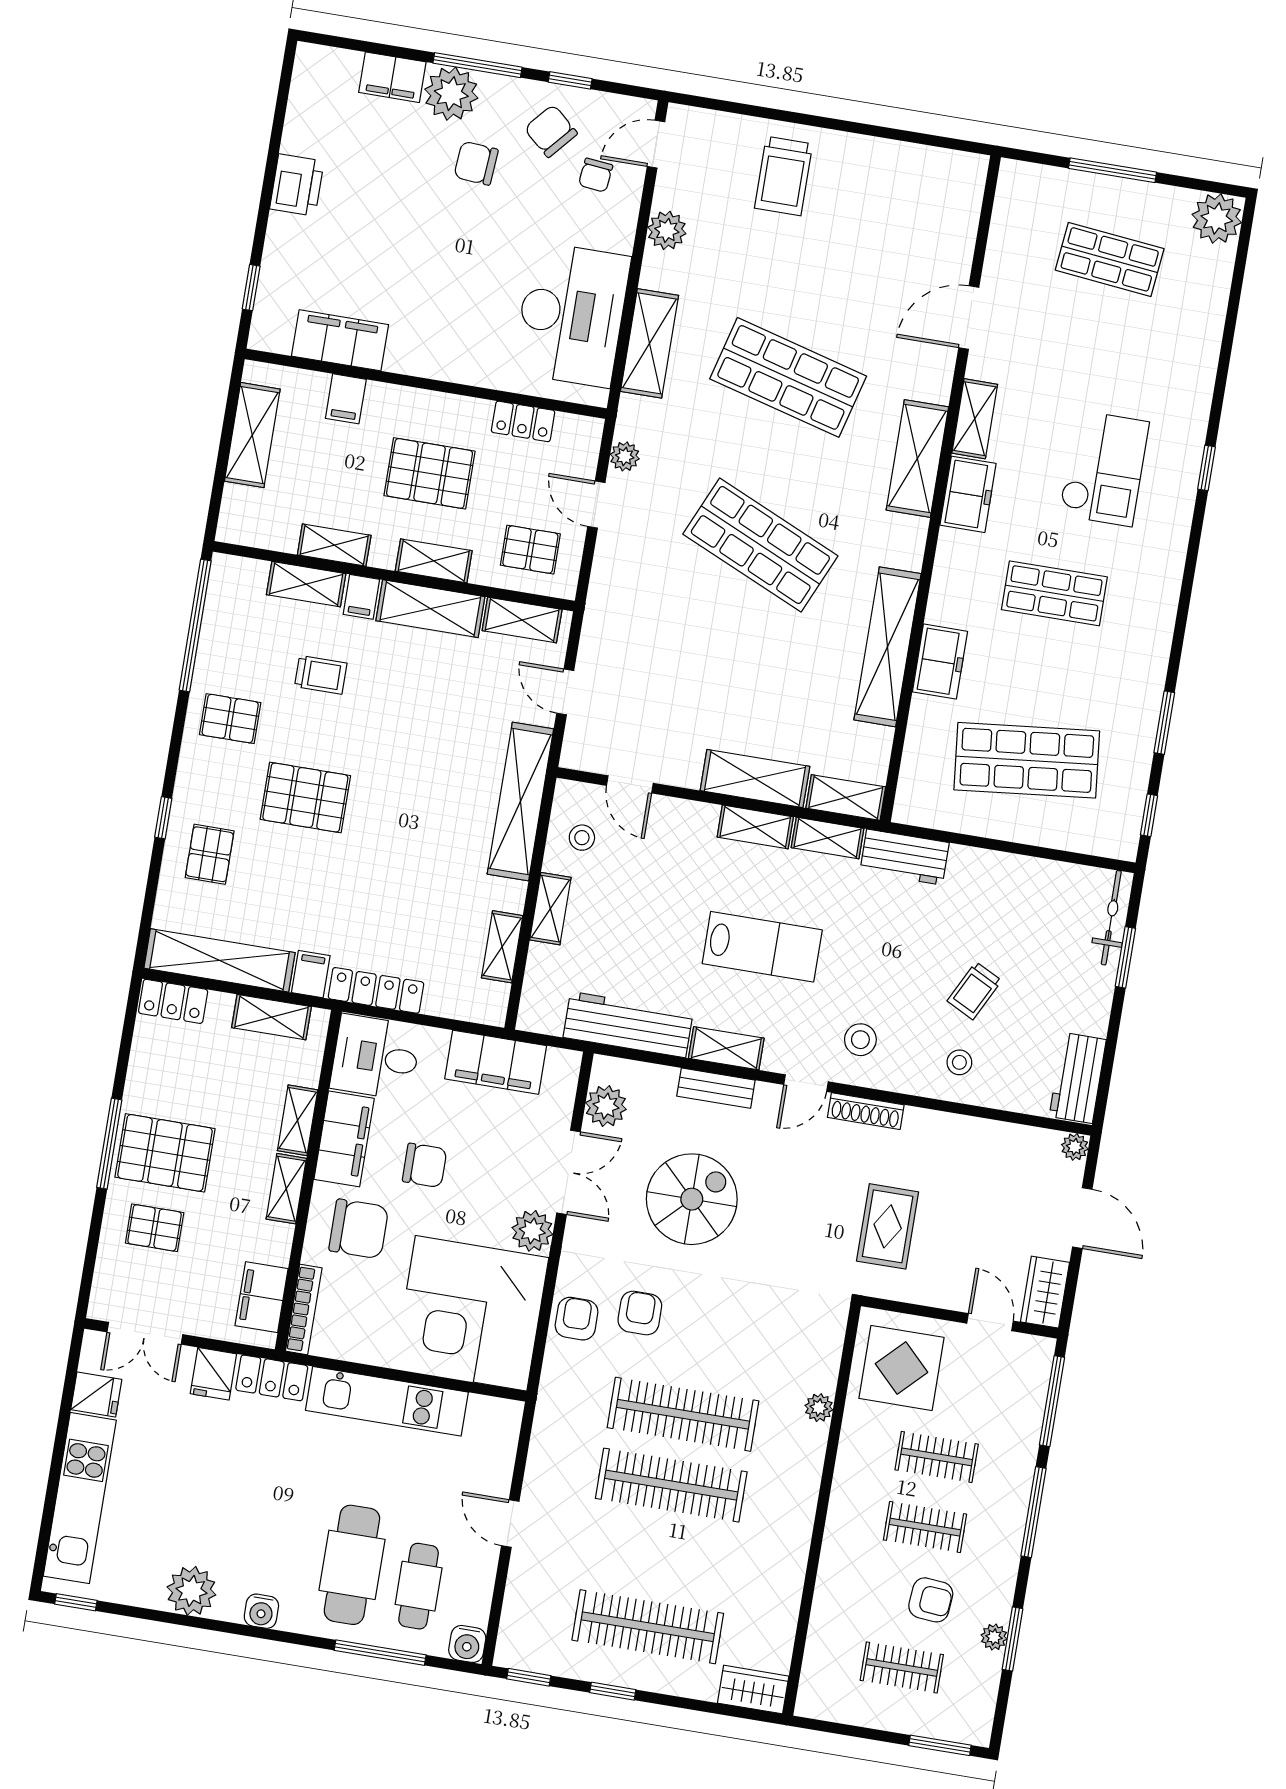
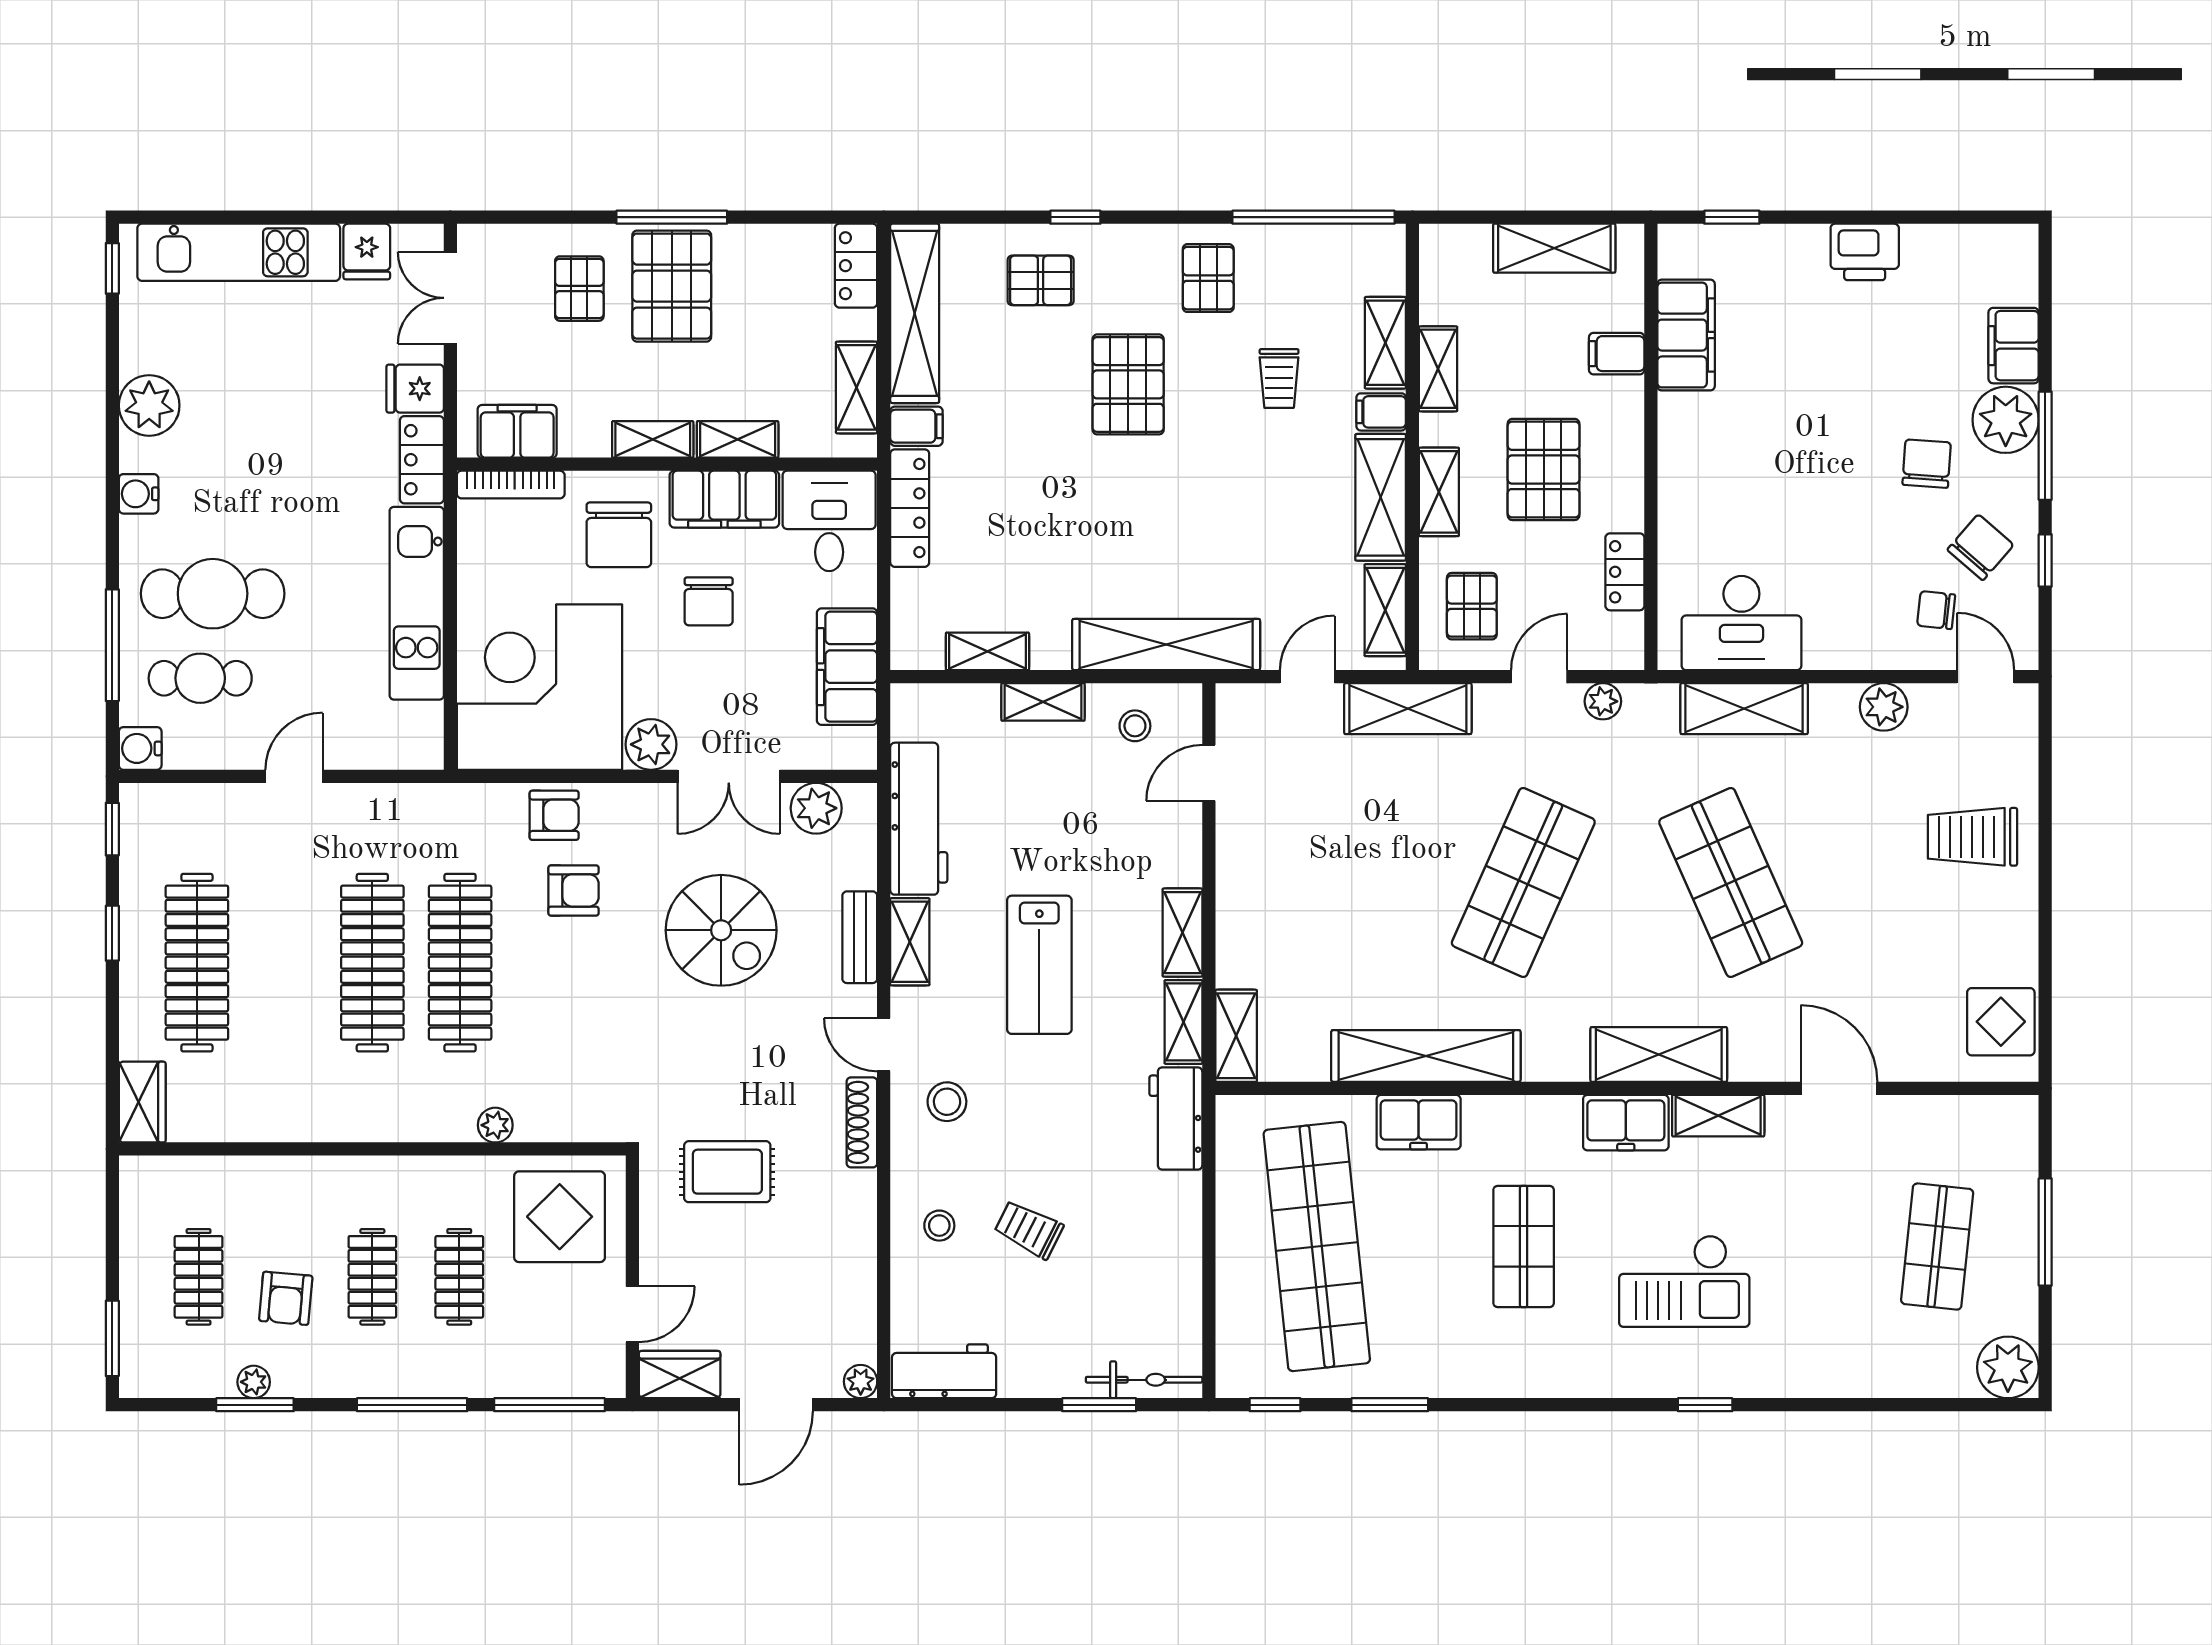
display table: (937, 178) -> (2001, 1022), added
desk: (572, 315) -> (1741, 623), width x0.73, depth x0.77
shop shelf: (788, 377) -> (1731, 882), turned -39
shop shelf: (1027, 760) -> (1317, 1247), width x1.40
shelving: (755, 778) -> (1408, 709), moved, turned 90

